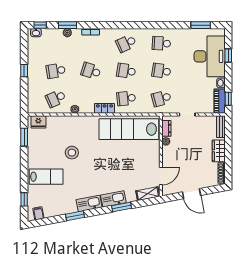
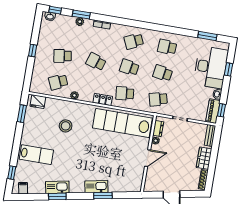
stool: (72, 153) -> (66, 126), moved
door: (161, 176) -> (148, 158), moved
shelving: (148, 194) -> (130, 187), removed
kitchen sink: (89, 203) -> (57, 187), moved

